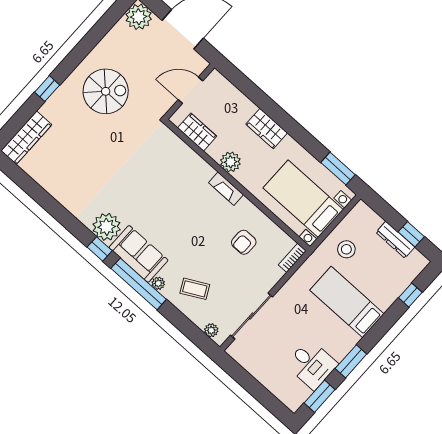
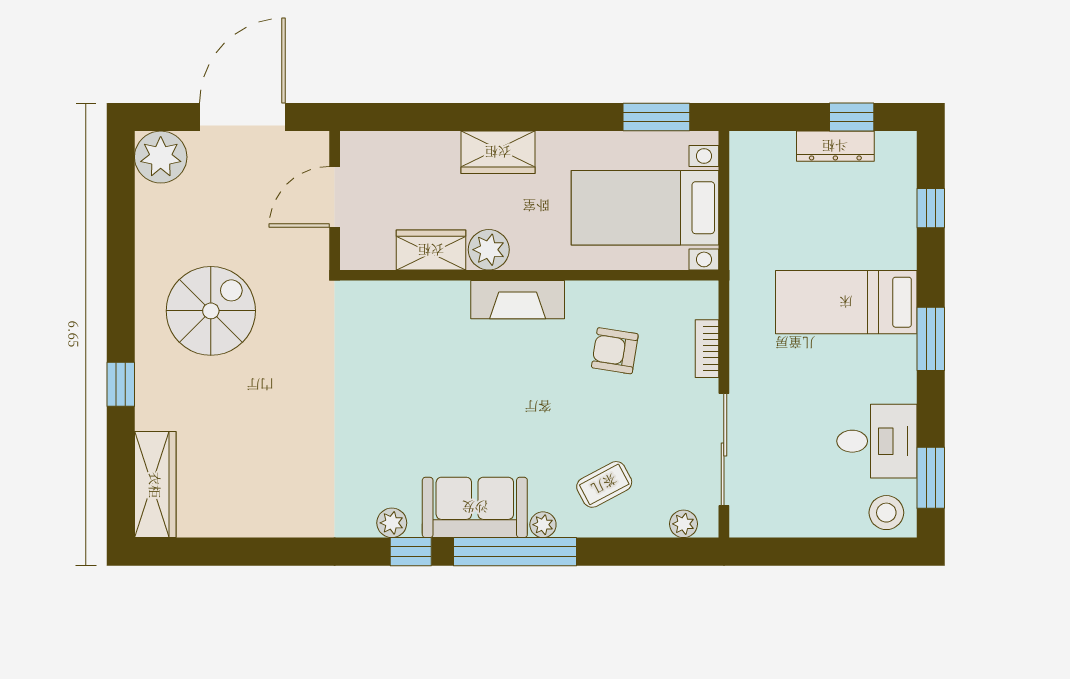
wardrobe: (197, 132) -> (431, 250), moved
fireplace: (226, 189) -> (518, 300), width x1.37, depth x1.32
plant: (107, 227) -> (392, 523), width x0.53, depth x0.53
armchair: (244, 242) -> (615, 351), turned 99
stool: (346, 249) -> (886, 513), moved
bookcase: (292, 258) -> (707, 349), moved
window: (351, 361) -> (931, 339), moved

